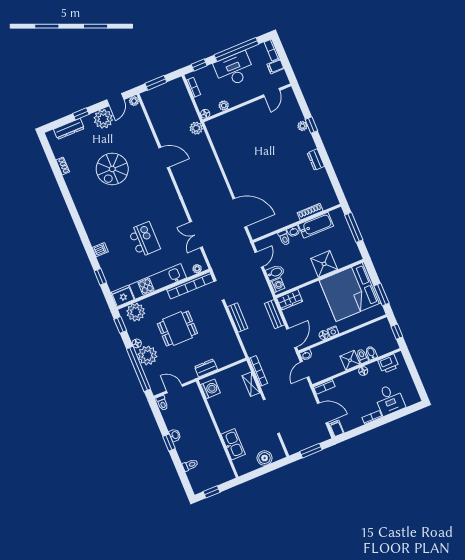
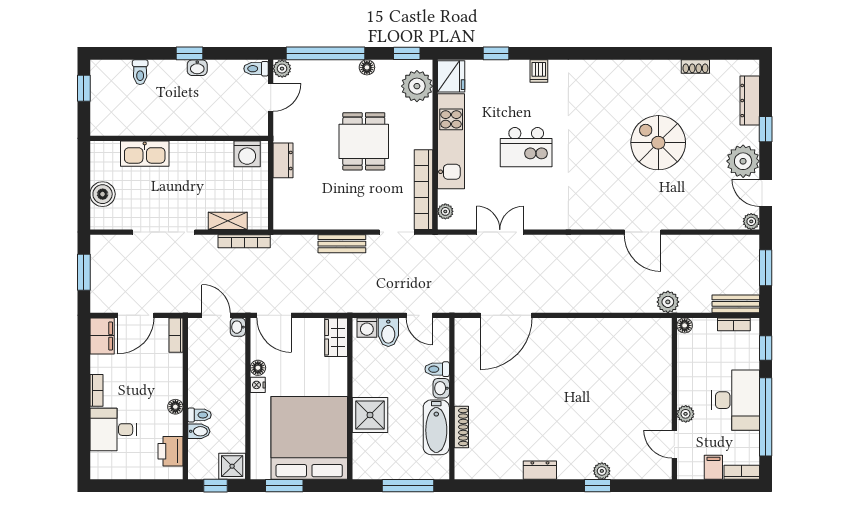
plant: (224, 106) -> (686, 414), moved
door: (164, 157) -> (643, 232), hinge flipped
bench: (274, 314) -> (736, 304), moved
plant: (147, 355) -> (282, 69), moved, width x0.53, depth x0.53
shower: (350, 360) -> (232, 466), moved
filing cabinet: (336, 428) -> (102, 336), width x2.00

